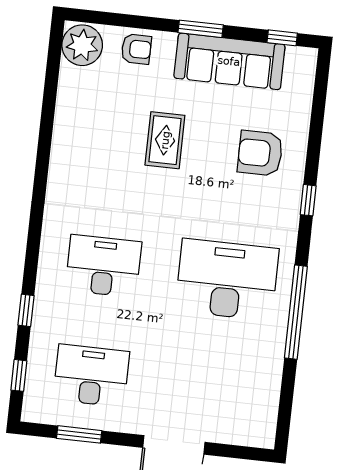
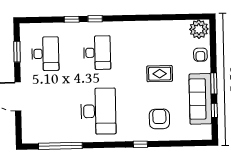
window: (282, 38) -> (214, 110), moved
window: (296, 312) -> (60, 146), moved
window: (19, 375) -> (95, 19), moved

